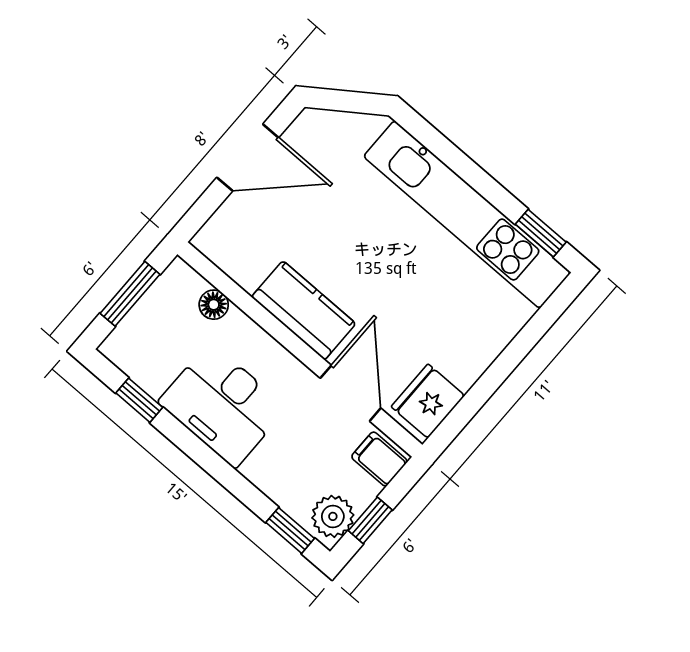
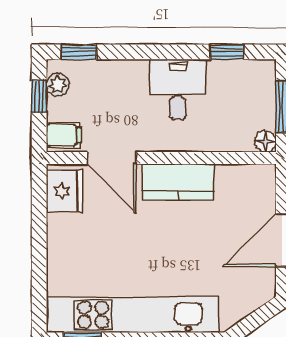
floor lamp: (214, 305) -> (265, 141), moved
desk: (223, 405) -> (178, 89), width x0.73
plant: (333, 516) -> (58, 85), width x0.73, depth x0.73

